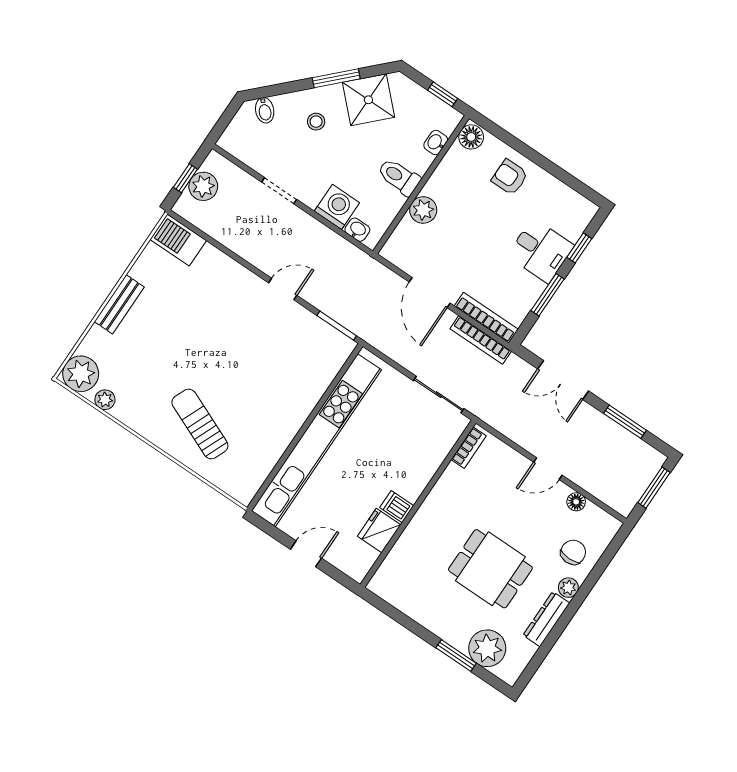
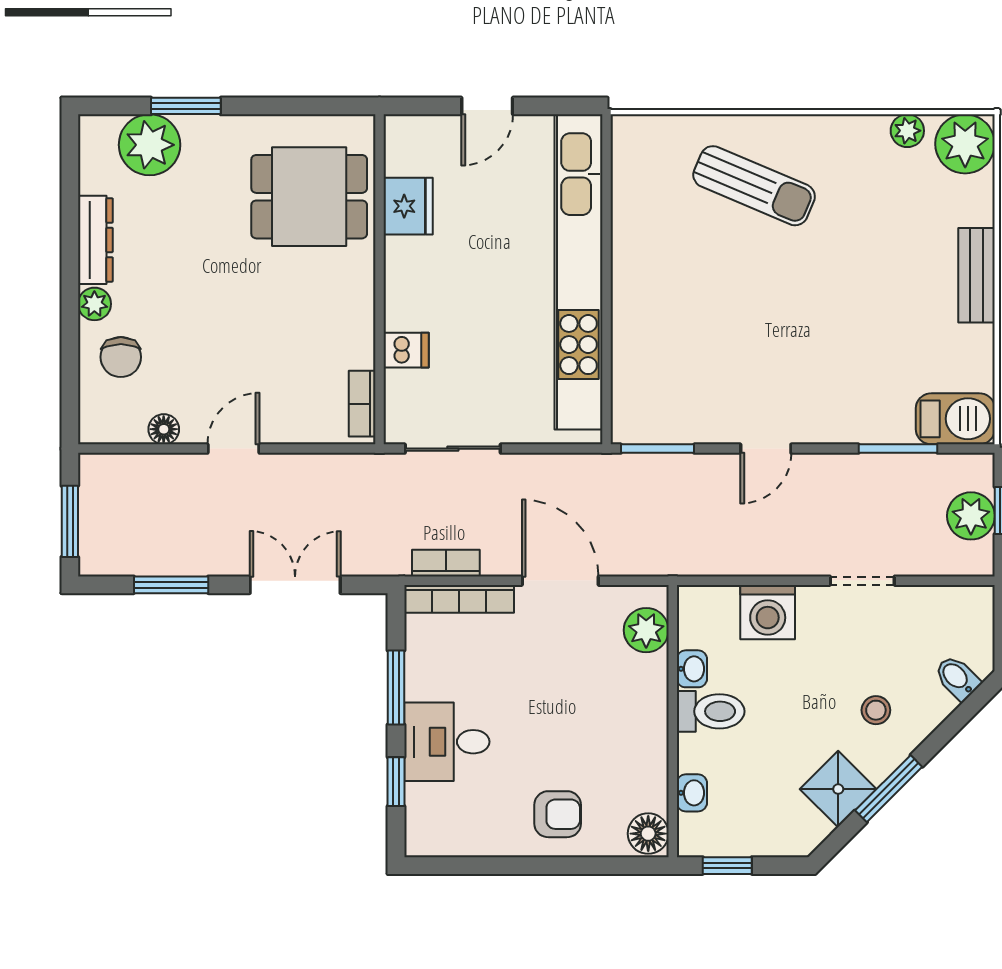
shower: (368, 100) -> (838, 789), width x0.73, depth x0.73
plant: (423, 210) -> (646, 630), moved
washbasin: (357, 230) -> (692, 669), moved, turned -90
window: (217, 244) -> (898, 449), added
bookcase: (481, 340) -> (446, 563), width x0.64
dishwasher: (397, 507) -> (406, 350), moved
dining table: (490, 569) -> (309, 197), moved

